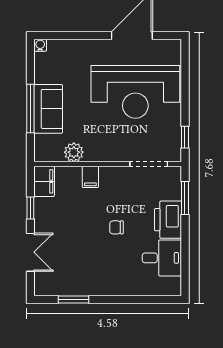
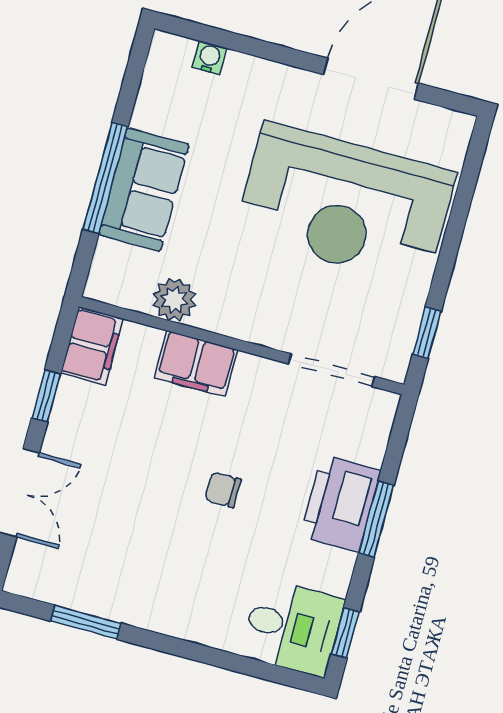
water cooler: (40, 45) -> (209, 58), moved
filing cabinet: (90, 177) -> (196, 364), width x2.00
window: (185, 198) -> (376, 519), moved
desk: (162, 258) -> (292, 627), moved
window: (185, 274) -> (345, 633), added

